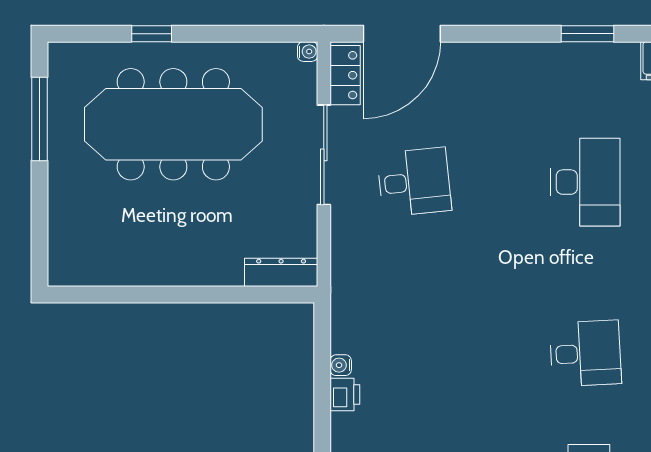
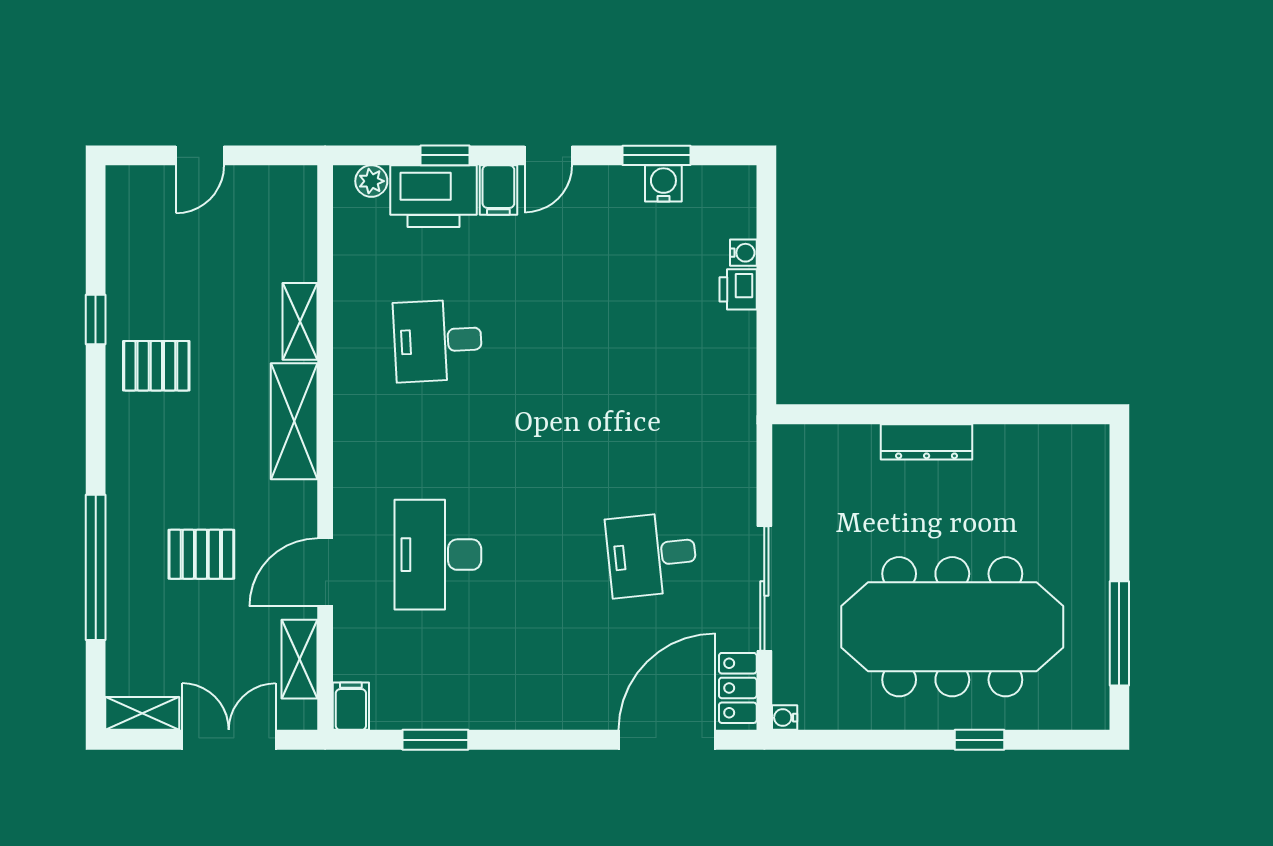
dresser: (281, 272) -> (927, 442), moved
water cooler: (341, 365) -> (743, 253), moved

